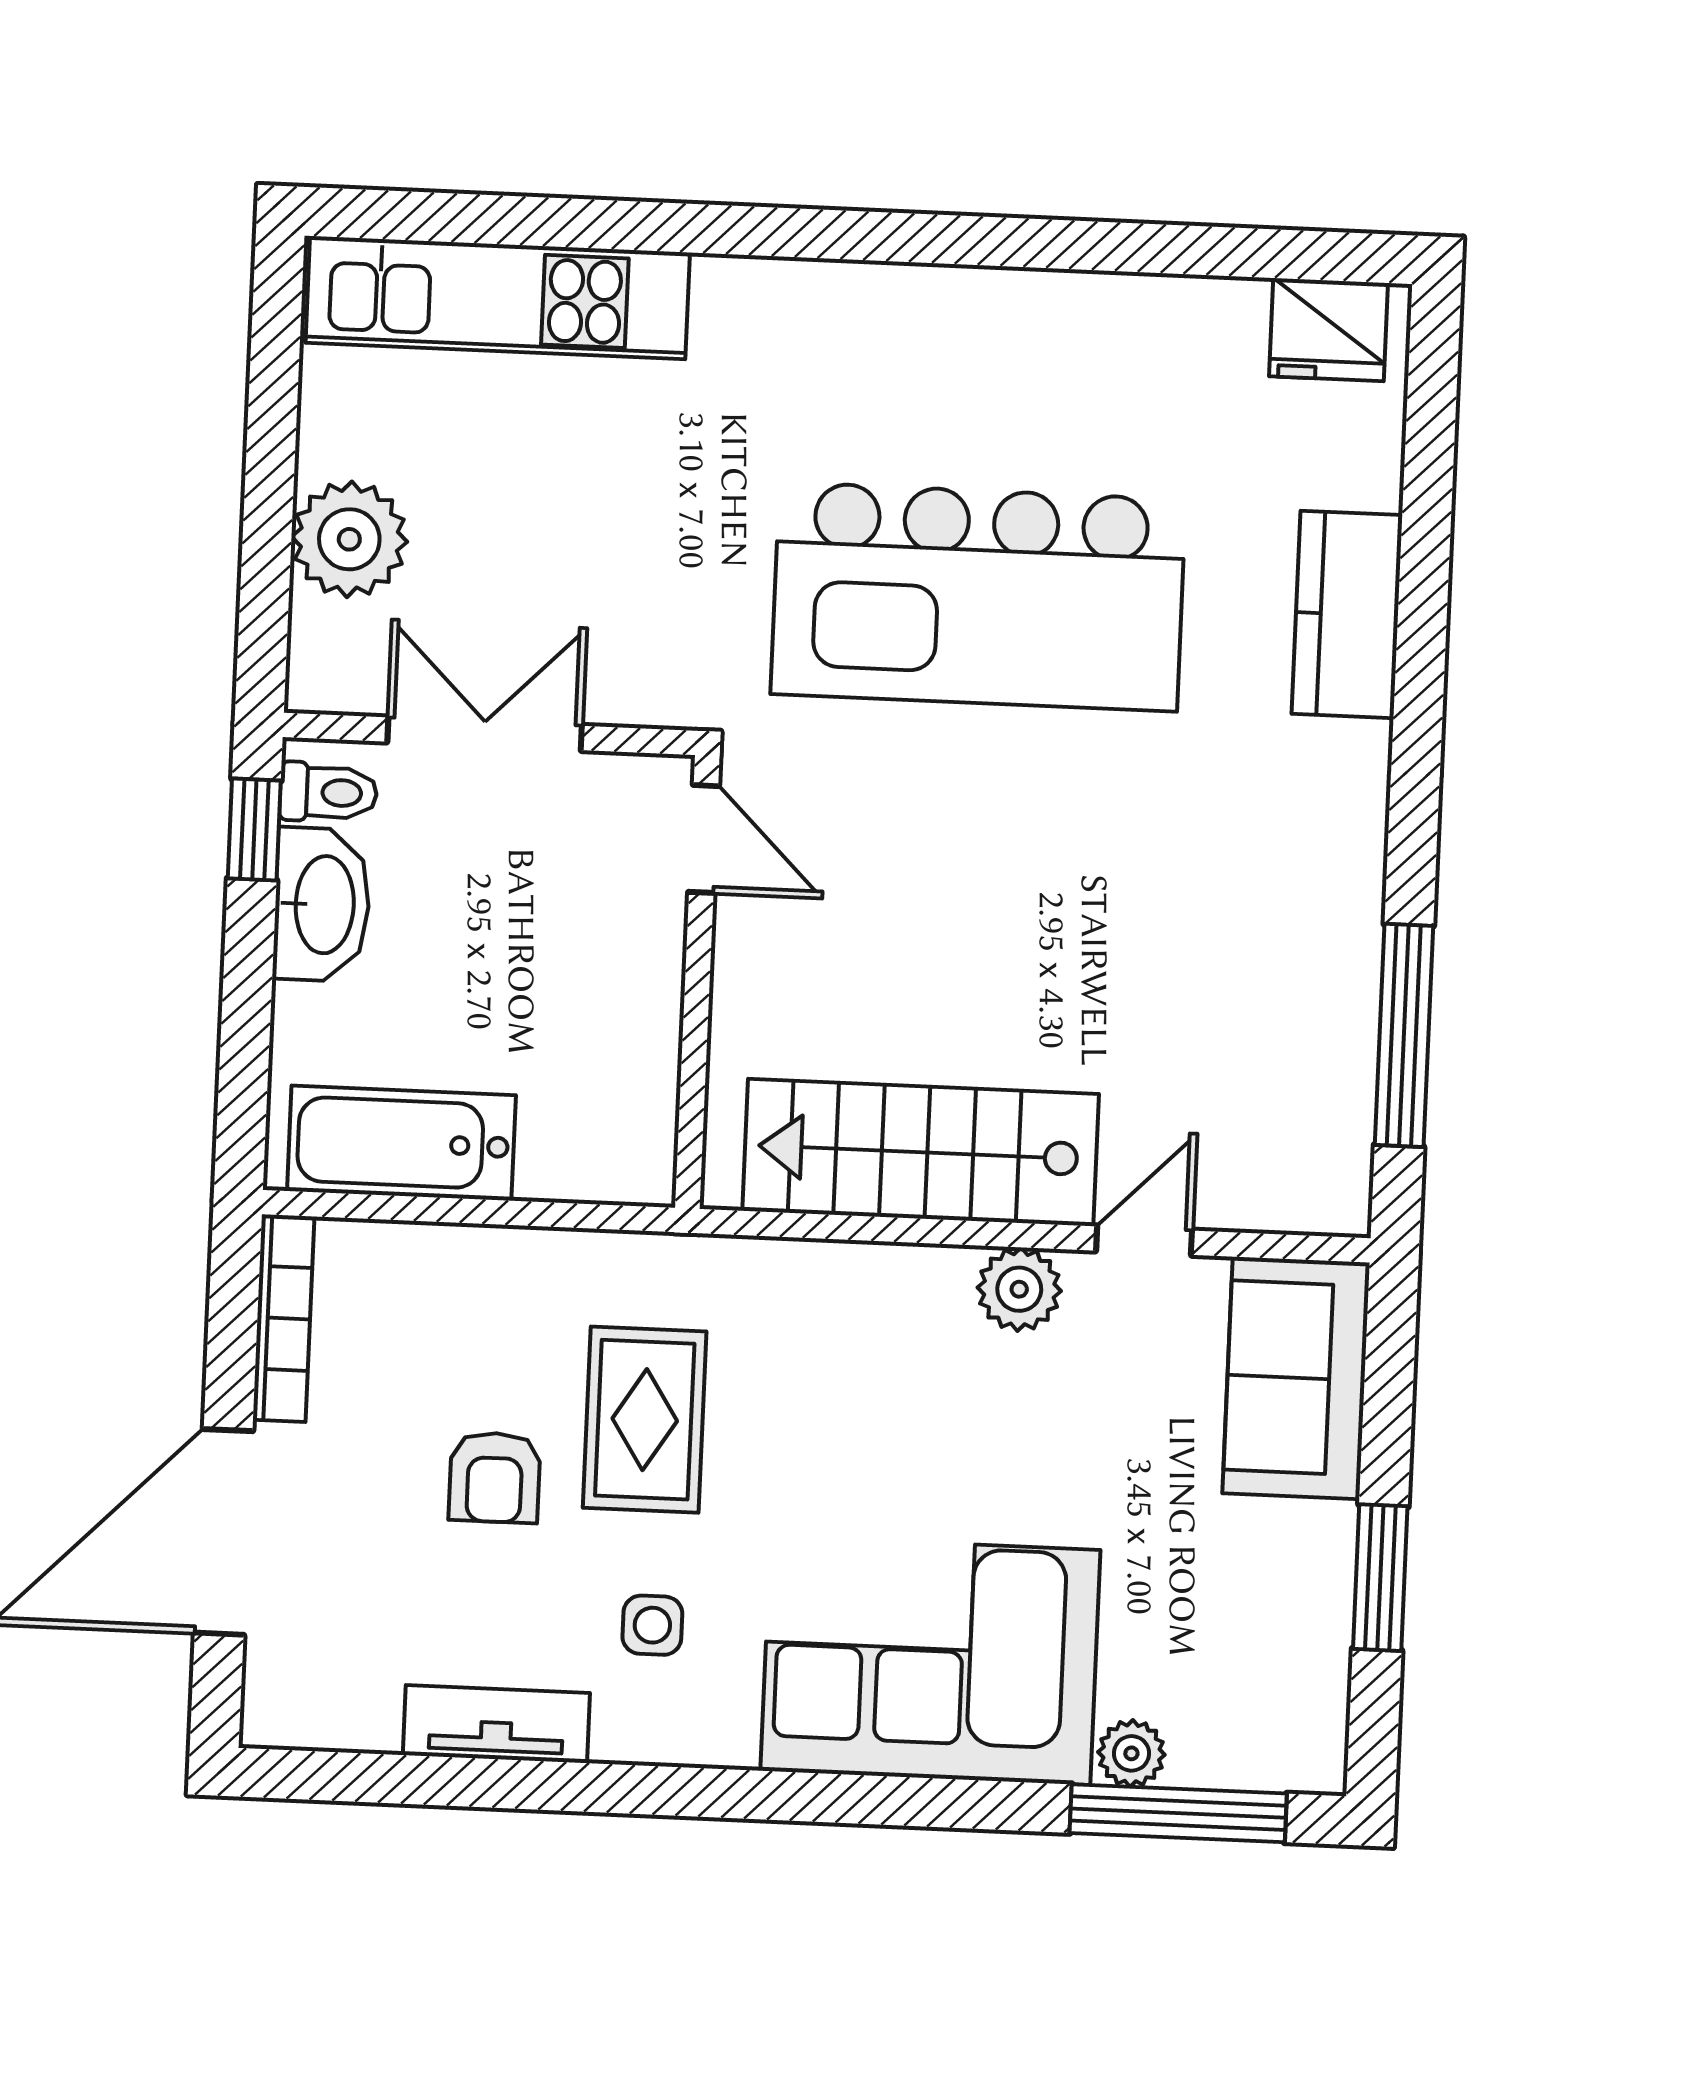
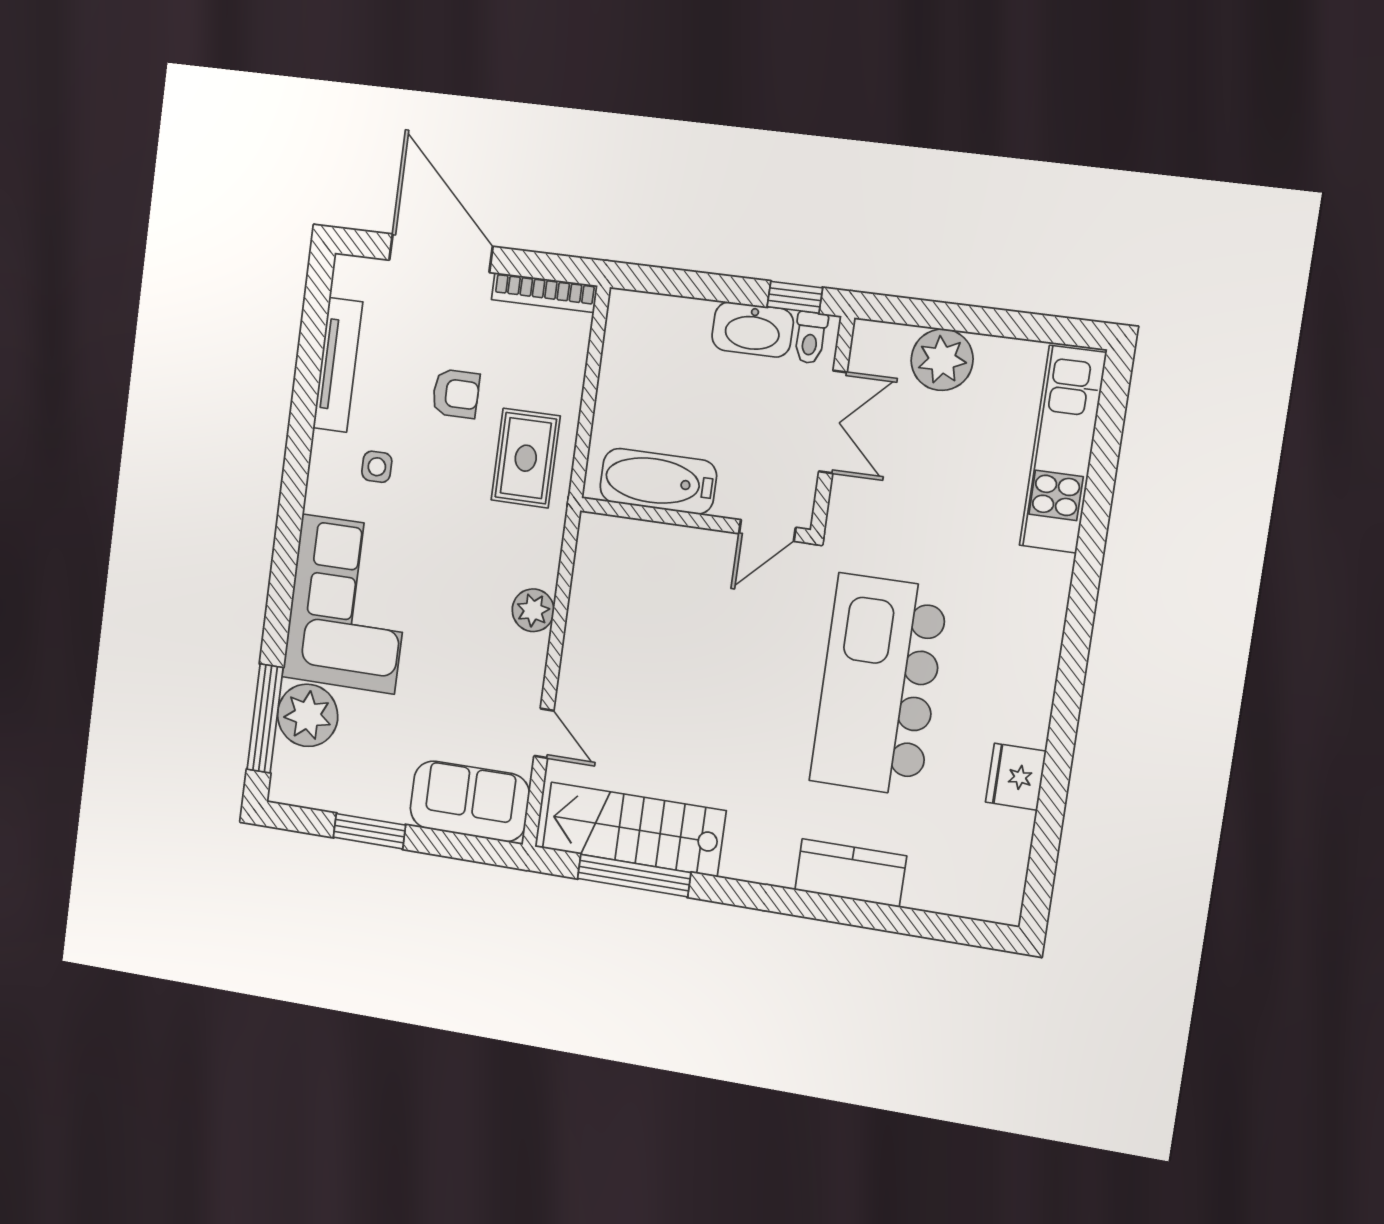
fridge: (1328, 330) -> (1016, 777), moved
bathtub: (401, 1143) -> (658, 481), moved, turned -90
stairs: (921, 1152) -> (634, 829), moved, turned -90
plant: (1019, 1289) -> (533, 610), moved
rug: (645, 1420) -> (526, 458), moved, turned 90
armchair: (495, 1477) -> (456, 394), turned 180
tv unit: (496, 1724) -> (338, 365), width x1.41
plant: (1131, 1753) -> (308, 715), width x1.88, depth x1.88

